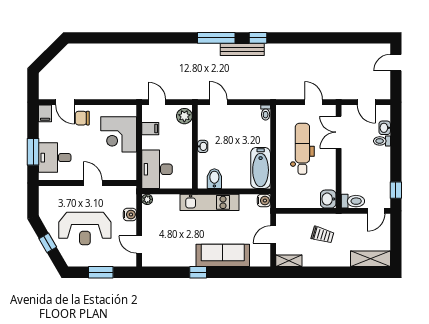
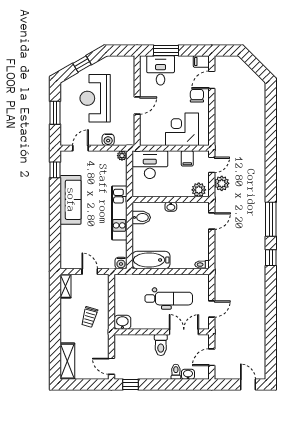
bench: (242, 50) -> (260, 243), removed
plant: (177, 91) -> (222, 183), added
toilet: (353, 201) -> (161, 345), moved
sofa: (223, 255) -> (71, 200), moved
window: (198, 272) -> (55, 170), moved

